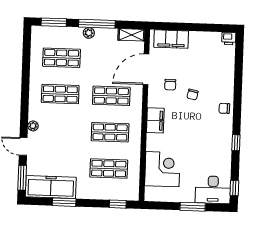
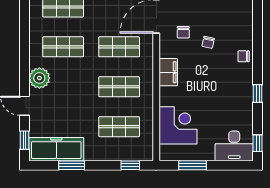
plant: (33, 126) -> (39, 78), width x1.88, depth x1.88
window: (22, 178) -> (25, 140), width x0.67
window: (193, 207) -> (193, 165), moved

